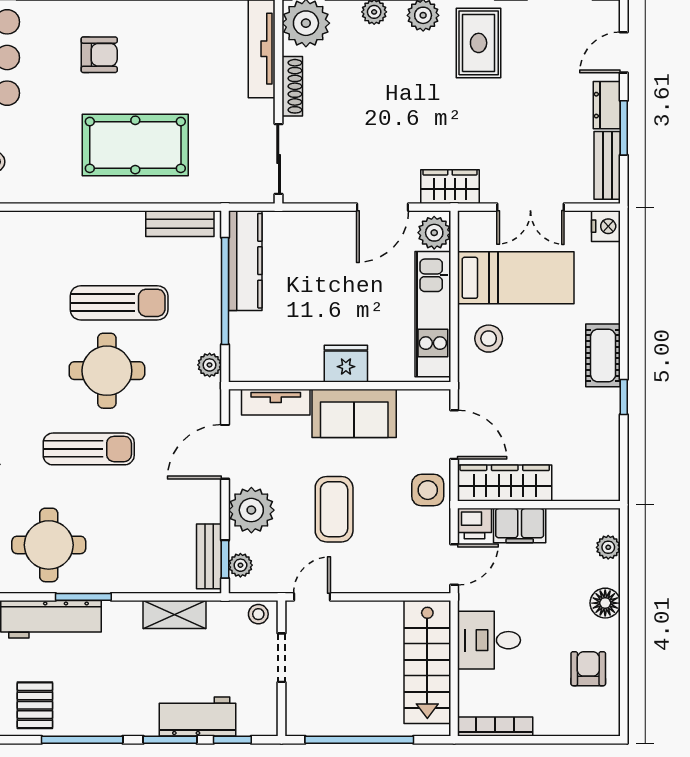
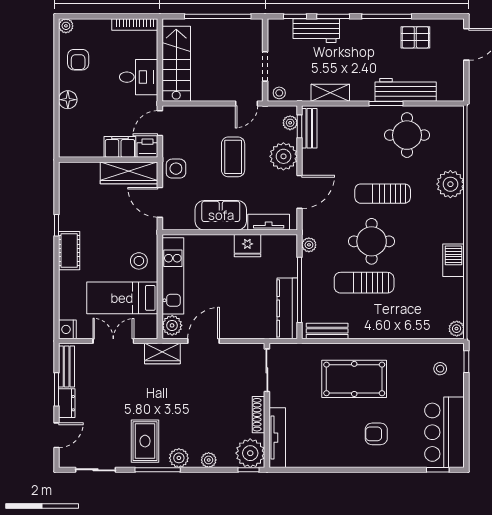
fridge: (346, 364) -> (247, 246), moved
plant: (608, 547) -> (66, 26), moved
pallet: (35, 705) -> (415, 37), turned 90

